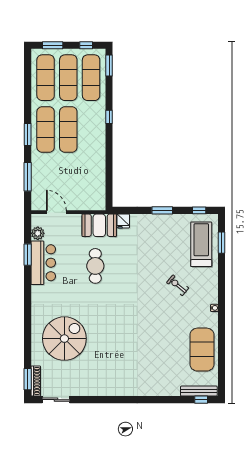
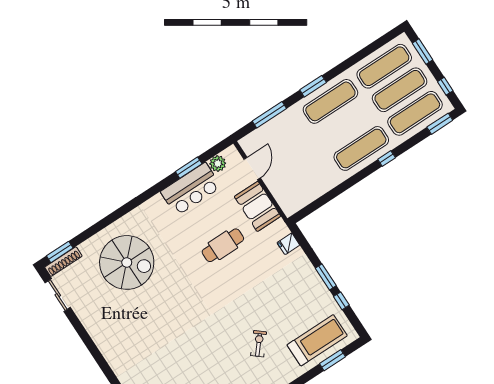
exercise mat: (68, 130) -> (361, 148), moved
window: (199, 210) -> (341, 301), moved
booth: (99, 225) -> (258, 206), moved

